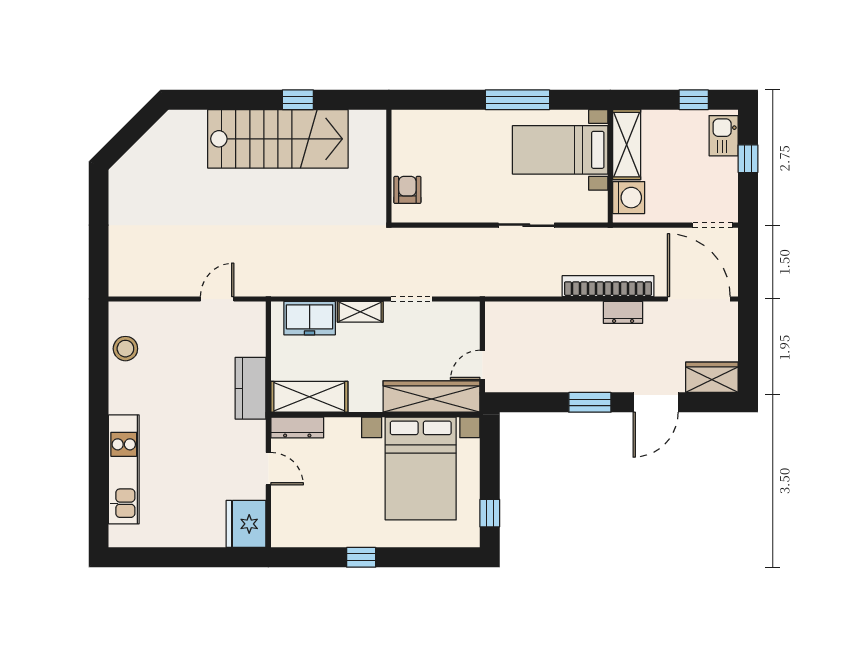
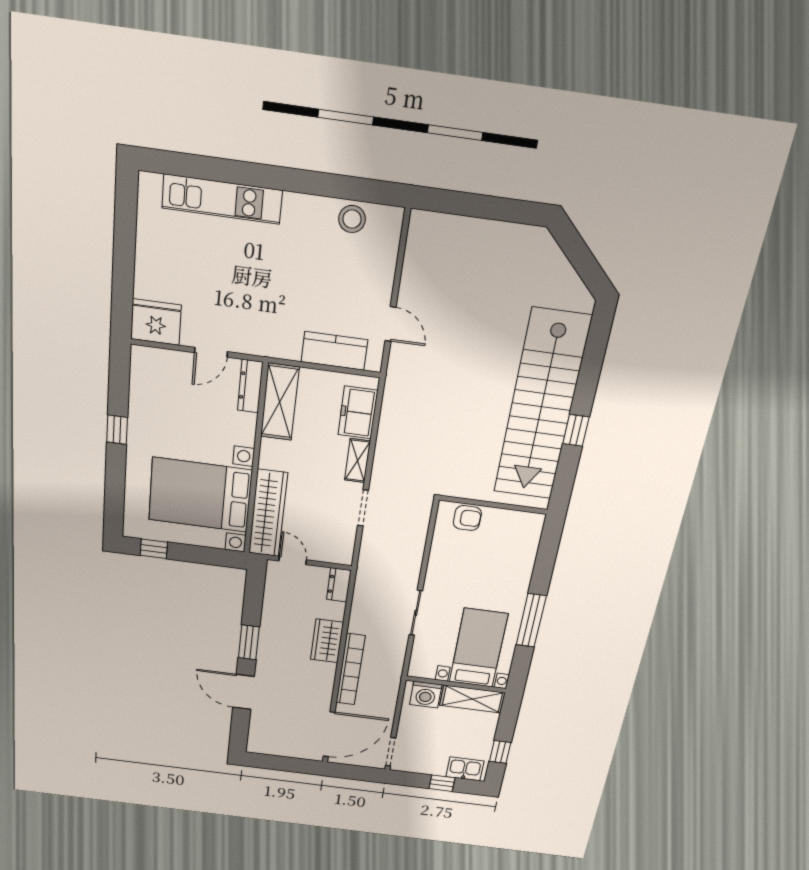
stairs: (278, 139) -> (542, 406), width x1.36
dresser: (623, 312) -> (339, 585), moved
wardrobe: (712, 377) -> (327, 641), moved, turned 180
kitchen counter: (250, 388) -> (334, 351), moved

